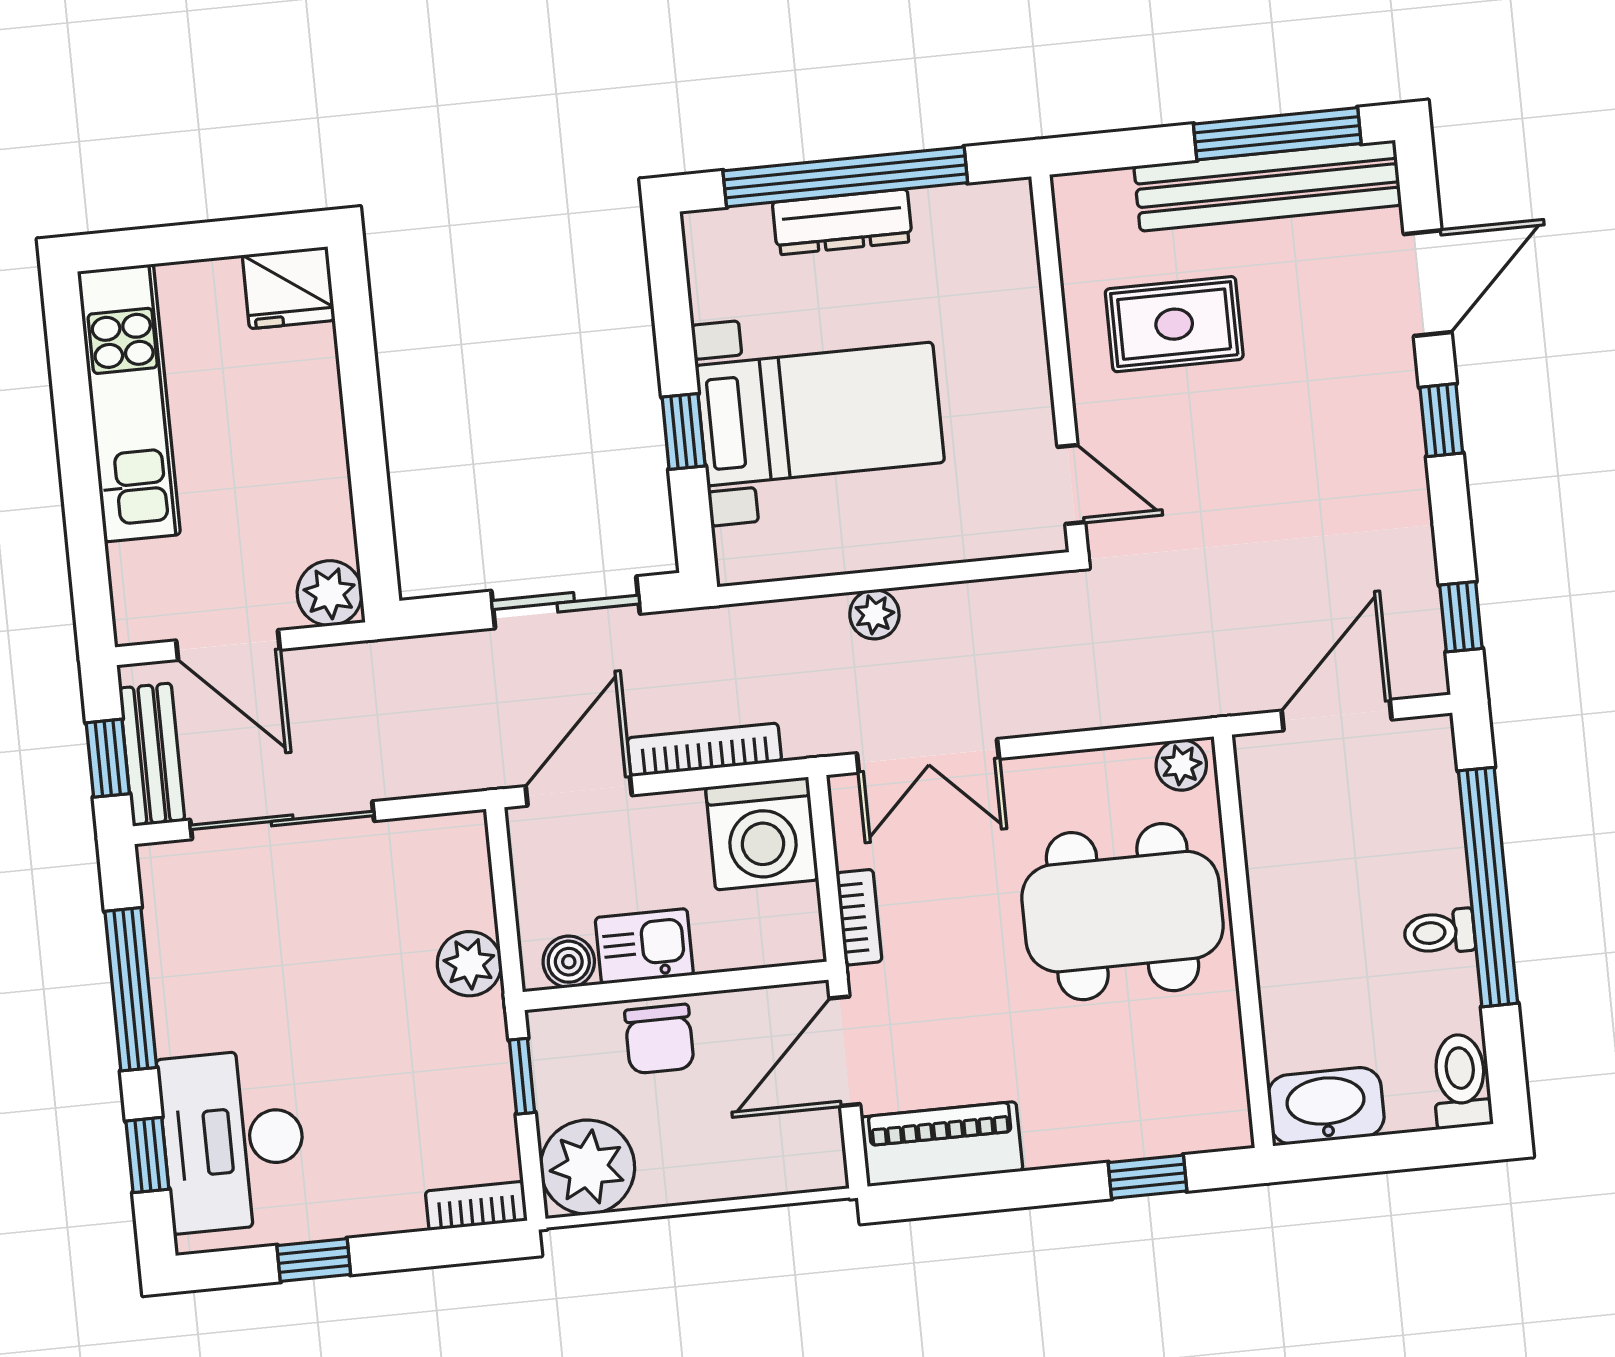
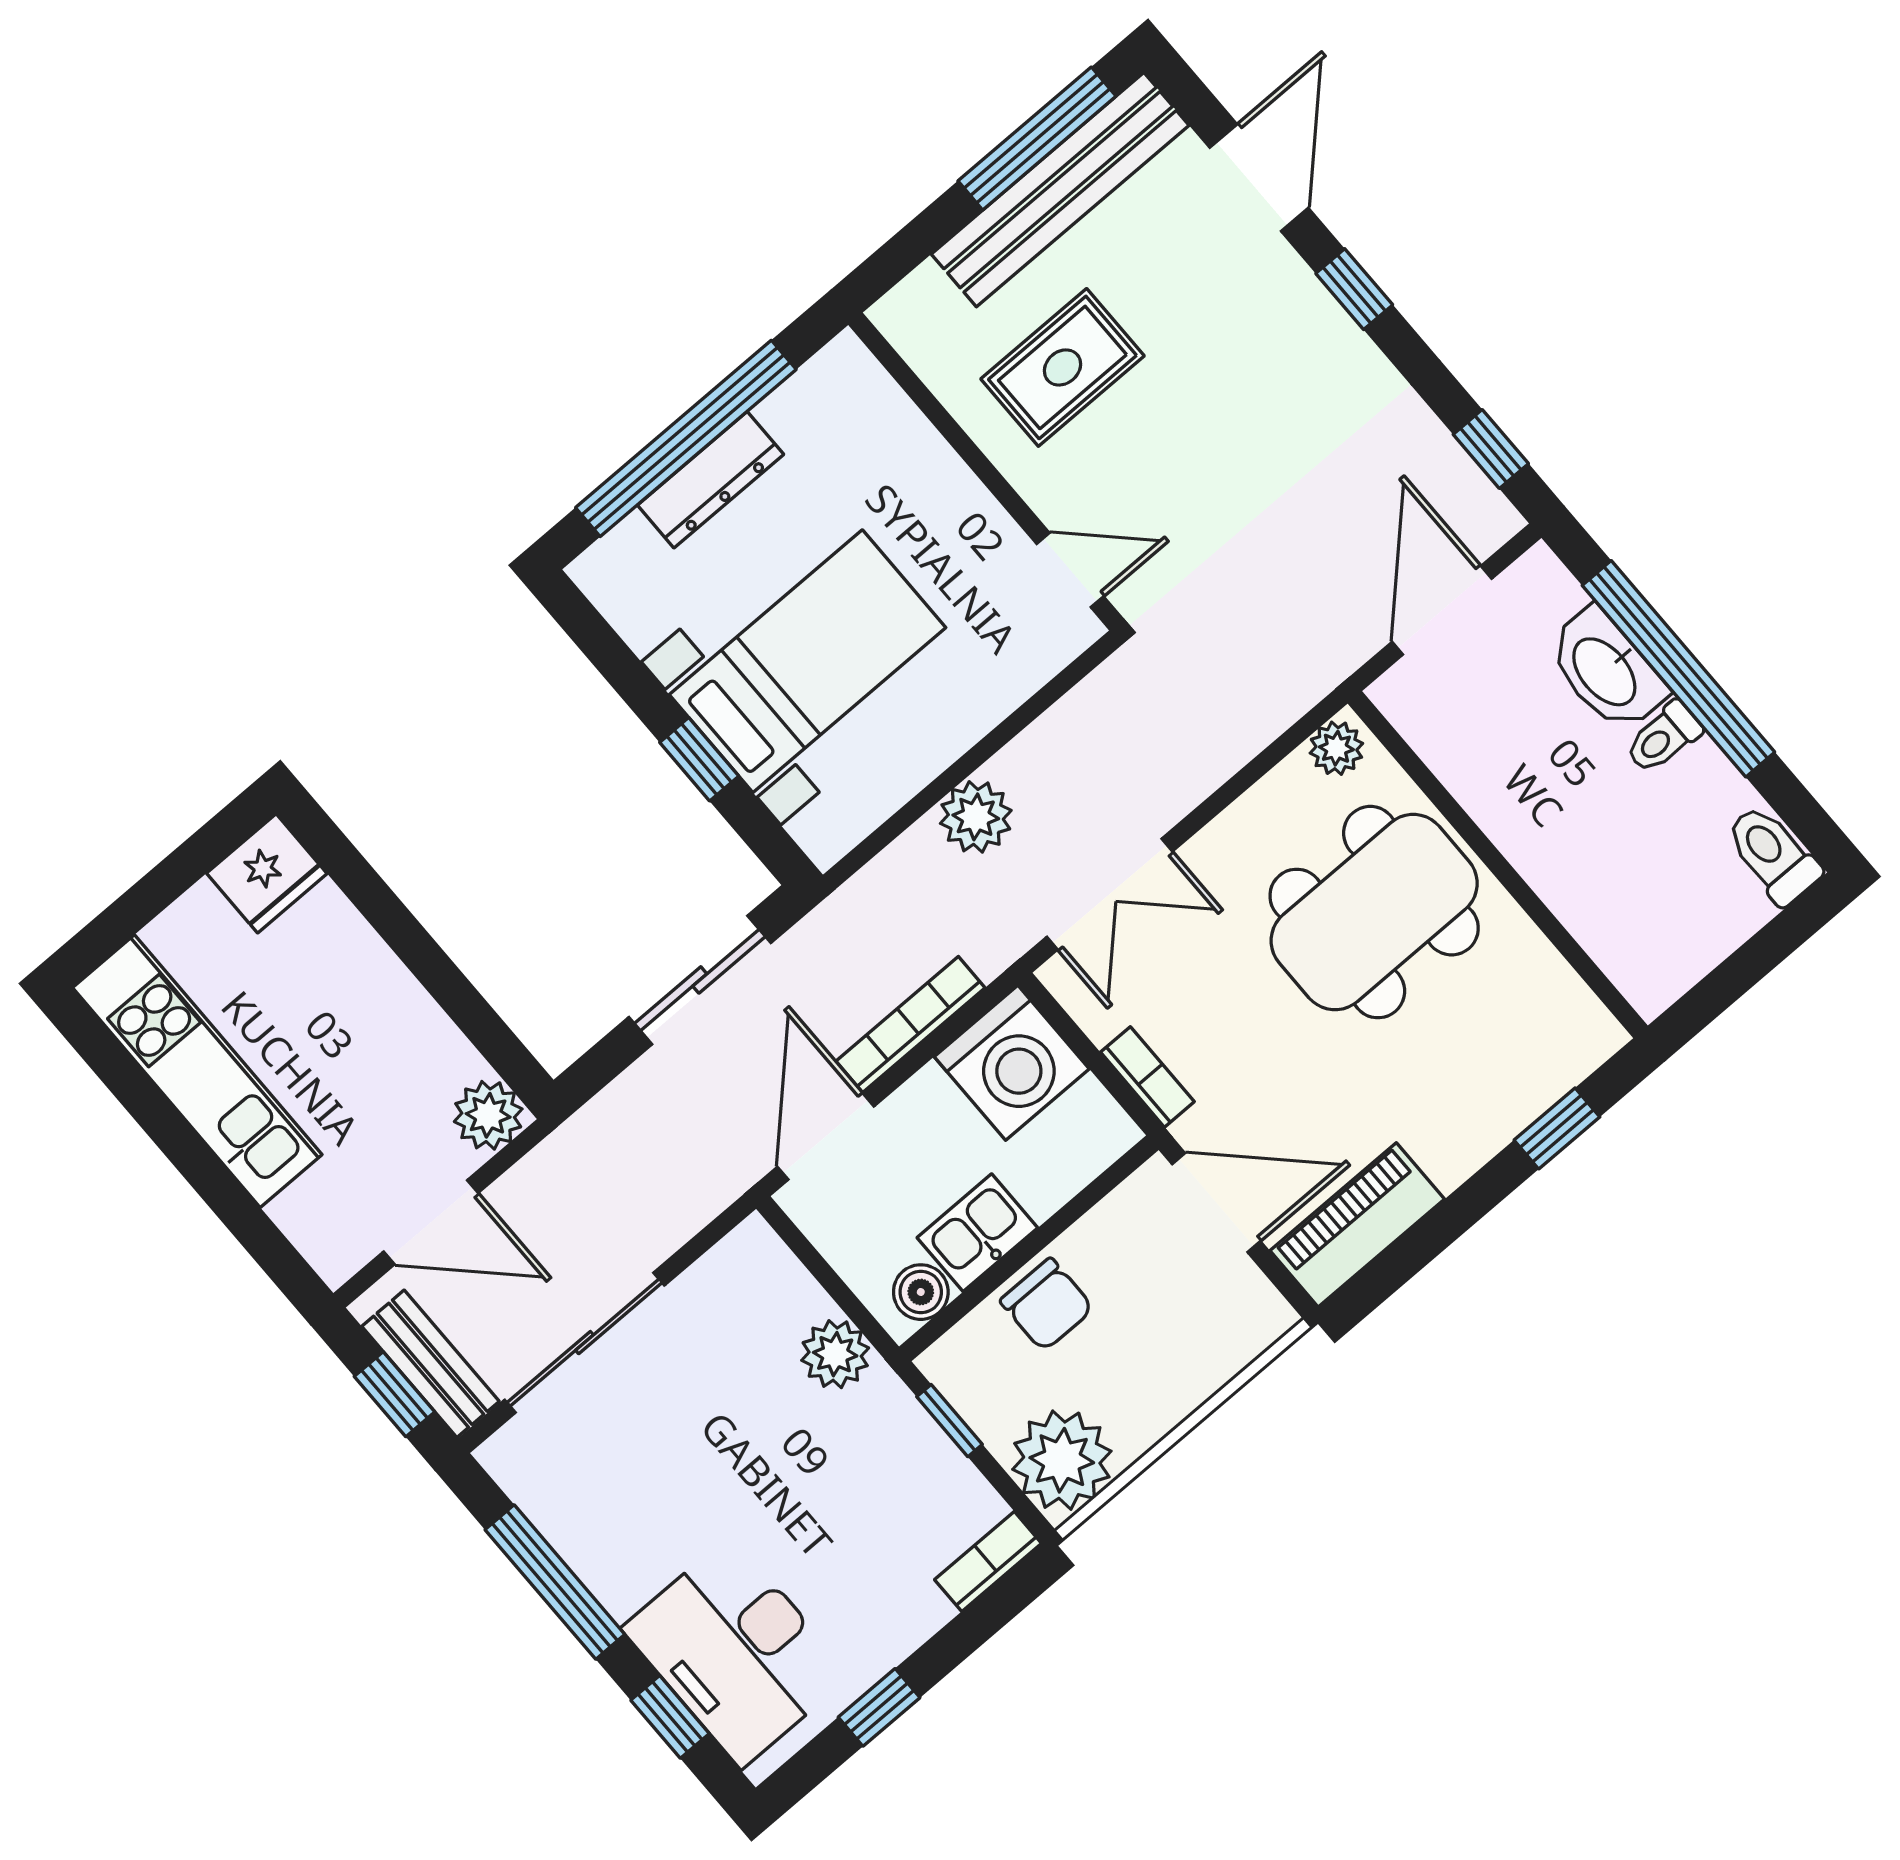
plant: (874, 614) -> (976, 817), width x1.38, depth x1.38
door: (845, 1051) -> (1216, 1203), swing flipped
washbasin: (1326, 1106) -> (1606, 670), moved, turned -90

